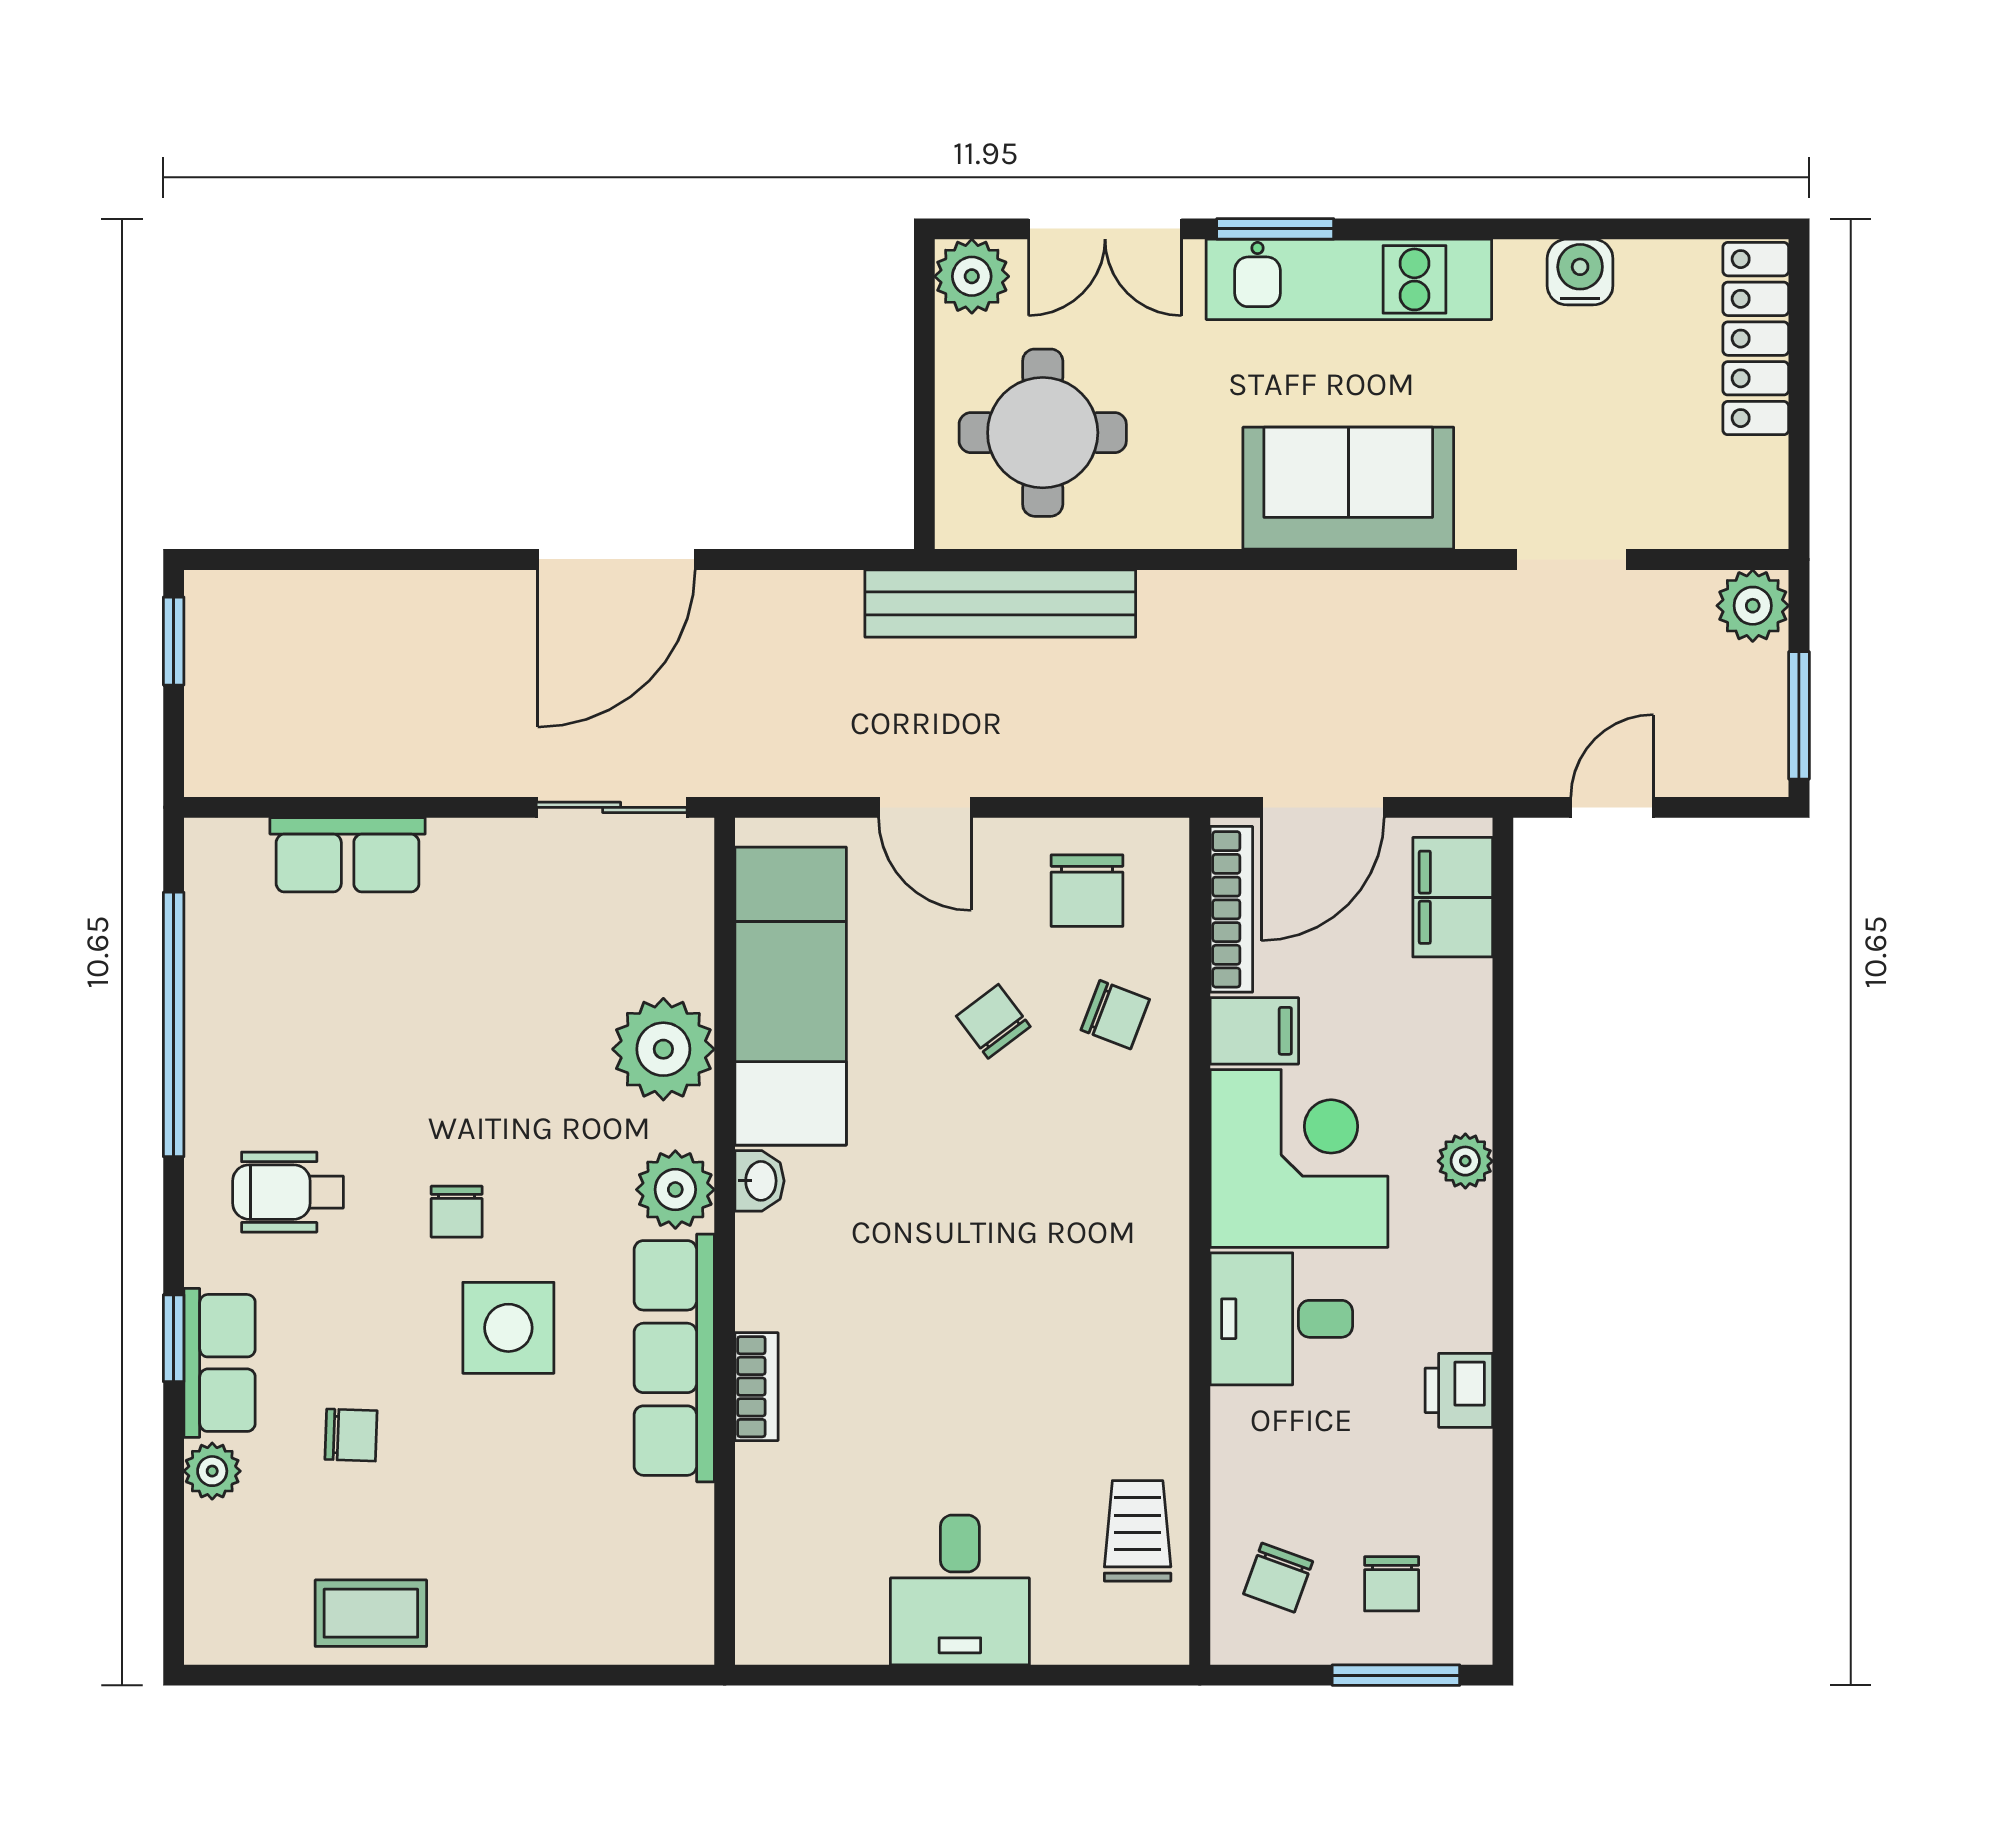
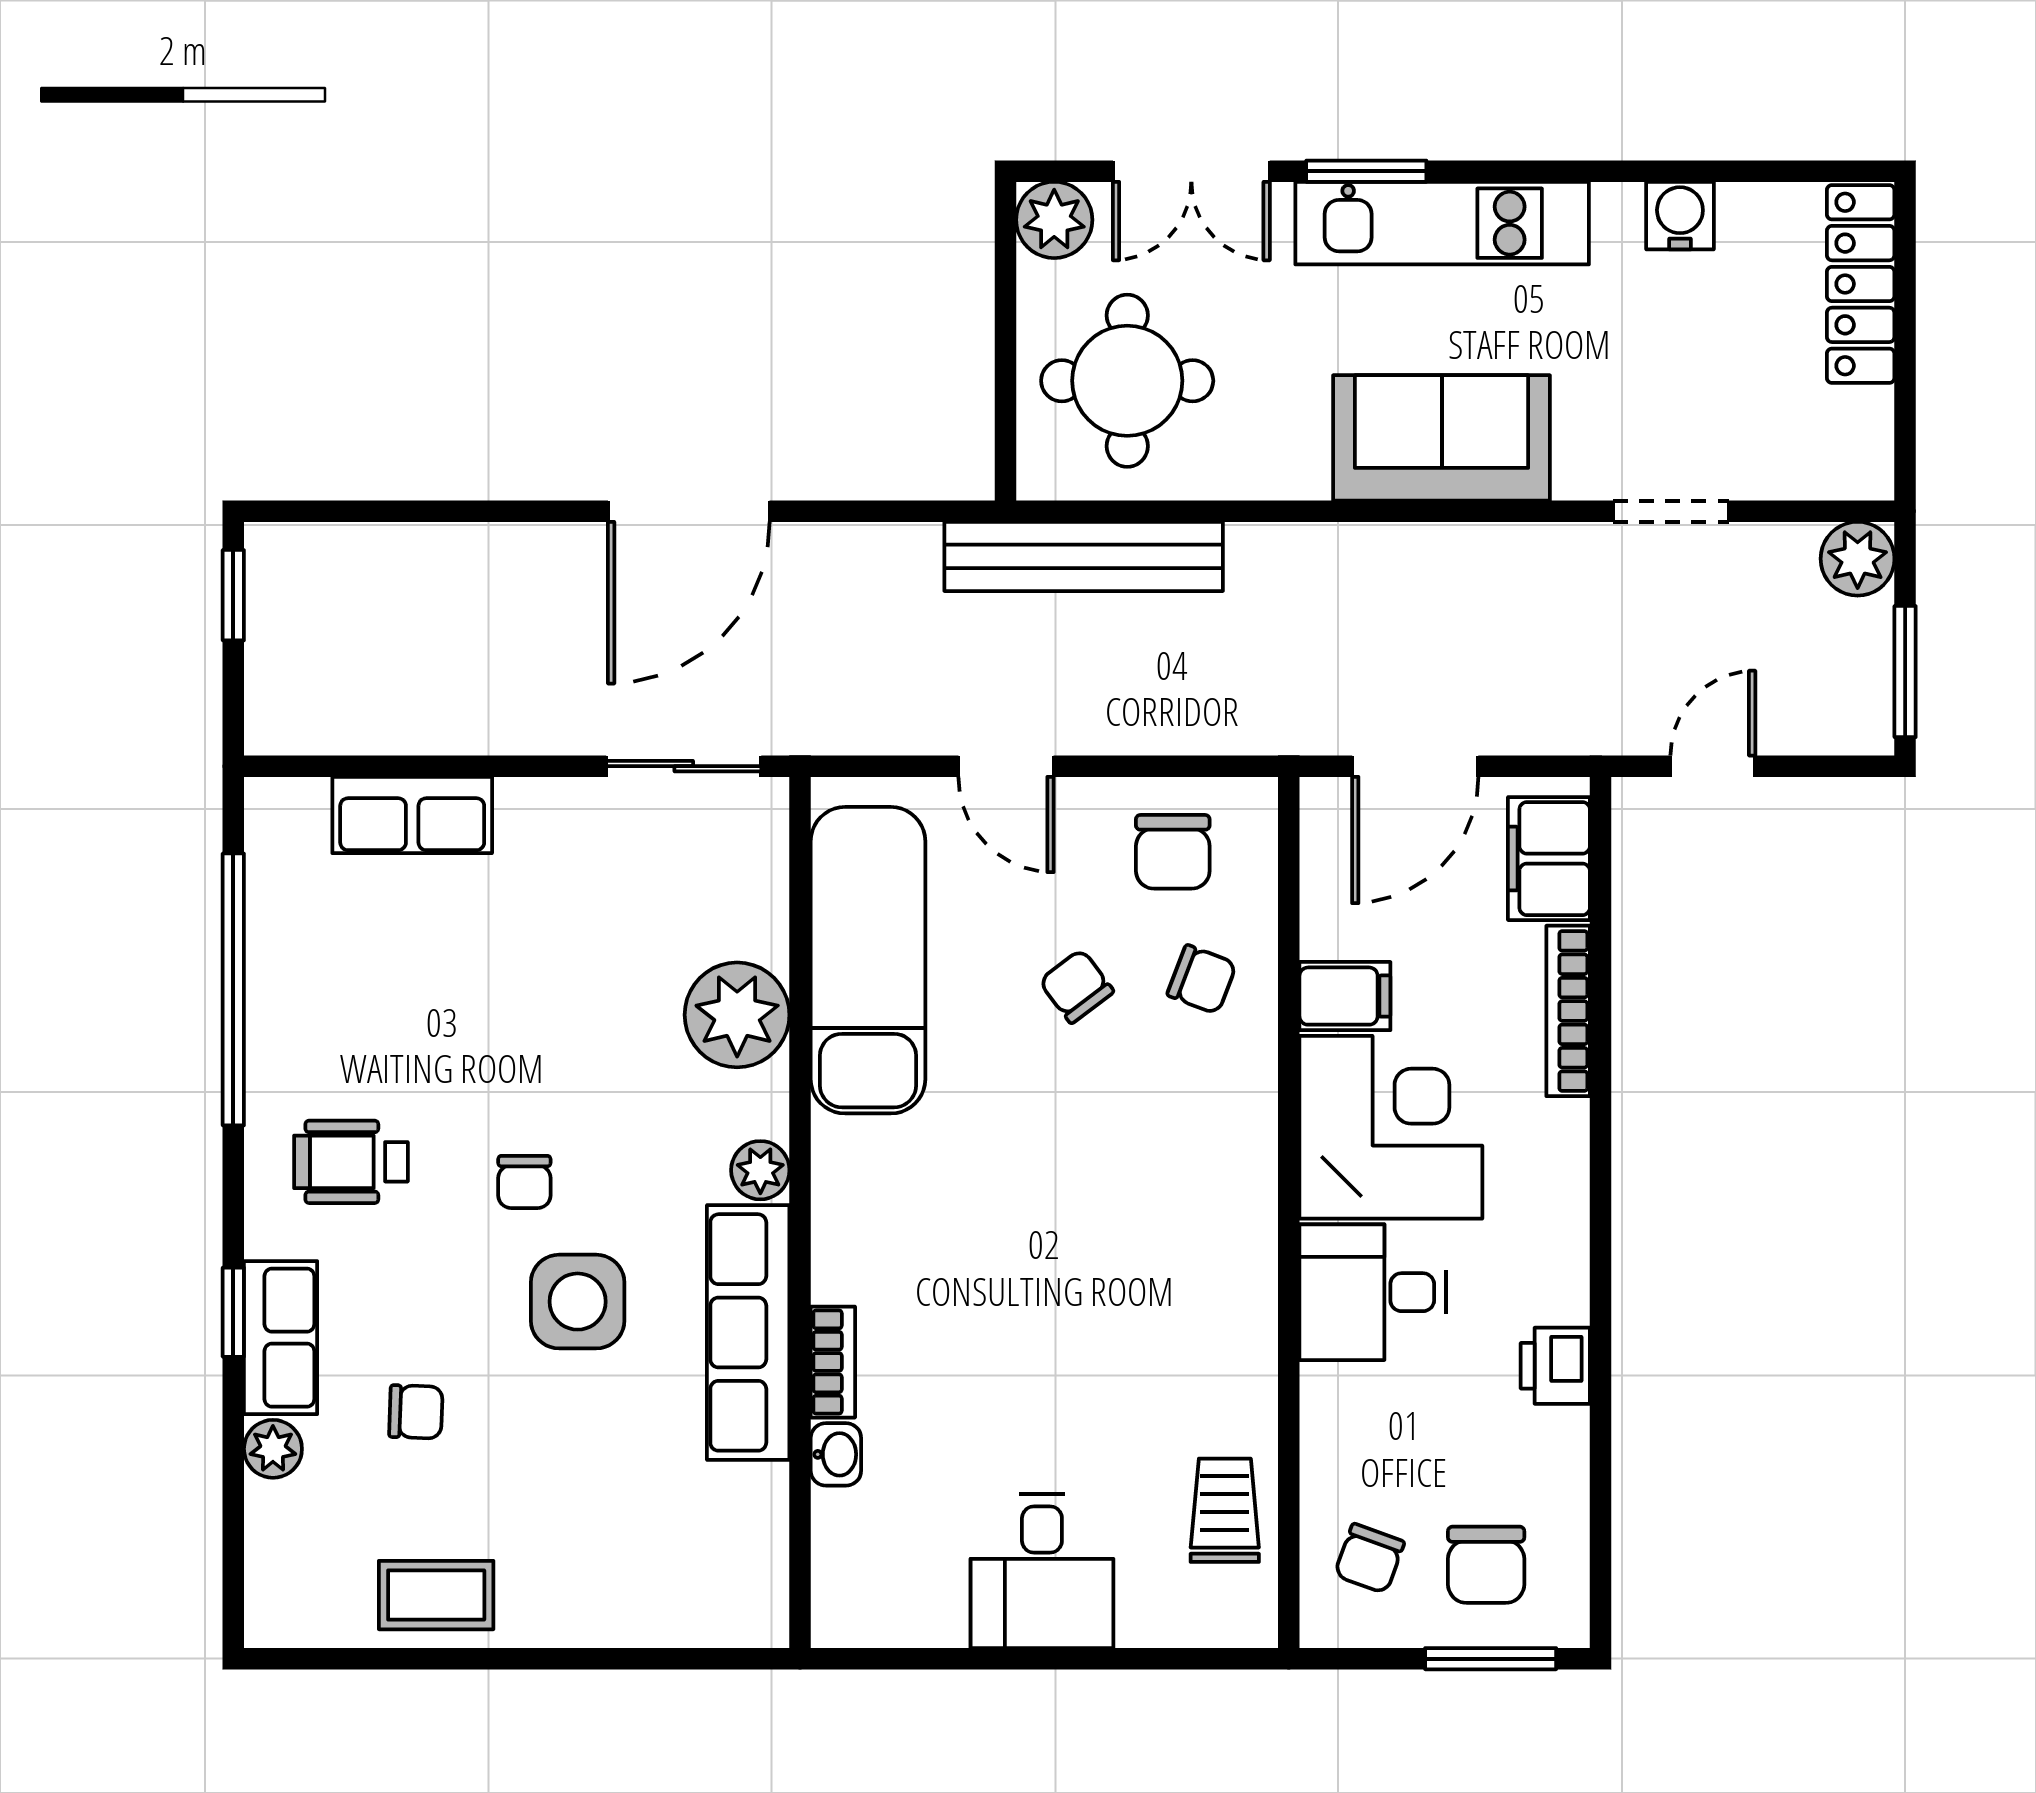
bookcase: (1231, 909) -> (1568, 1011), moved, turned 180
plant: (1465, 1161) -> (1562, 1130), removed
washbasin: (759, 1181) -> (836, 1454), moved
plant: (675, 1190) -> (760, 1170), width x0.73, depth x0.73
chair: (1392, 1584) -> (1486, 1565), width x1.37, depth x1.37

